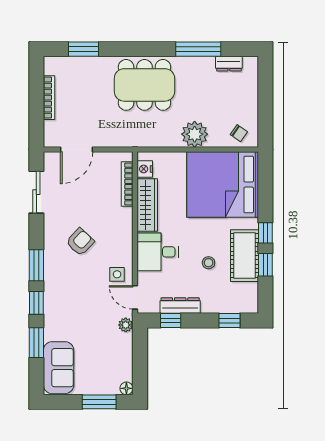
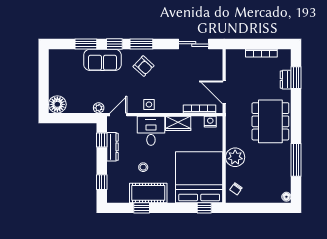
floor lamp: (250, 63) -> (286, 197), added
dresser: (229, 64) -> (286, 80), moved
door: (77, 150) -> (224, 92), moved
wardrobe: (147, 205) -> (178, 123), width x0.67
window: (265, 233) -> (204, 208), moved
armchair: (80, 242) -> (144, 66), moved
side table: (117, 274) -> (149, 104), moved
sofa: (59, 368) -> (102, 60), moved
floor lamp: (126, 388) -> (57, 104), width x1.89, depth x1.89
window: (99, 402) -> (44, 89), removed

